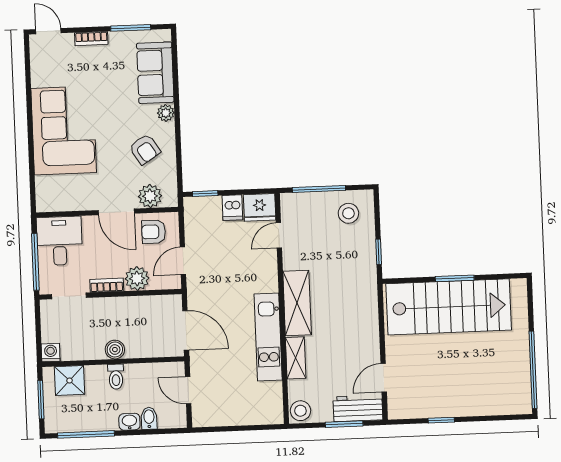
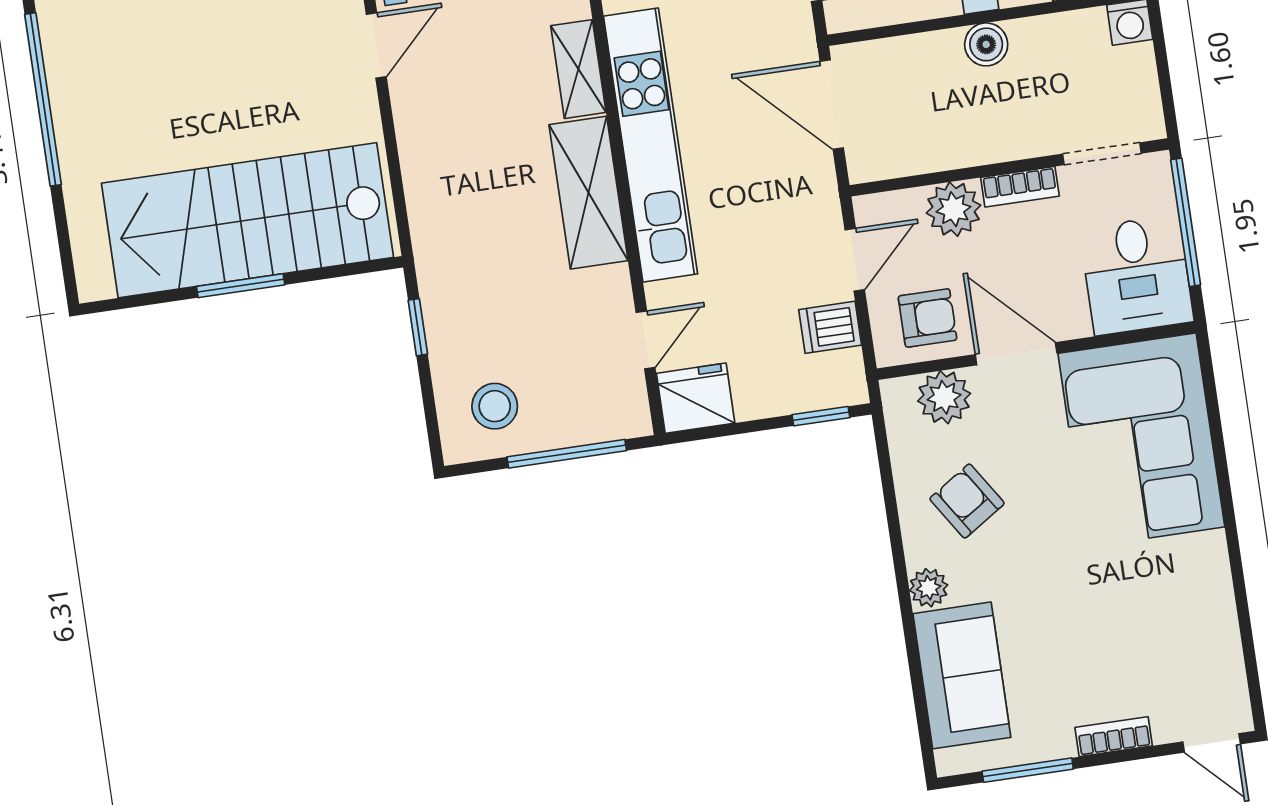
corner sofa: (64, 130) -> (1141, 440), moved
dishwasher: (232, 208) -> (830, 327), moved, turned -90
kitchen unit: (268, 337) -> (651, 145), width x1.36

